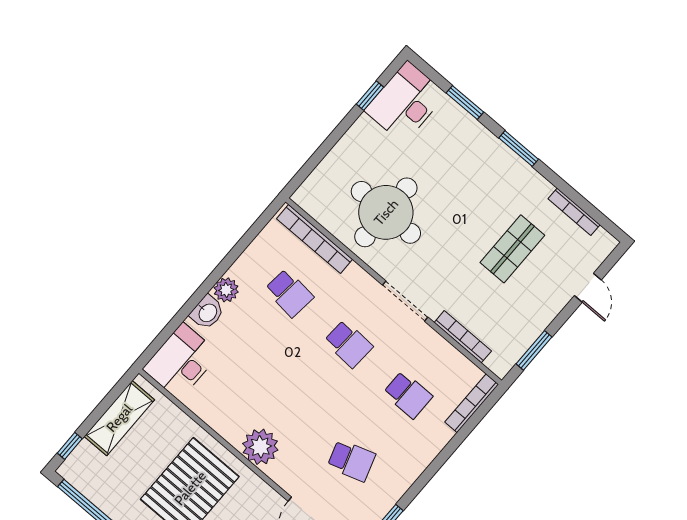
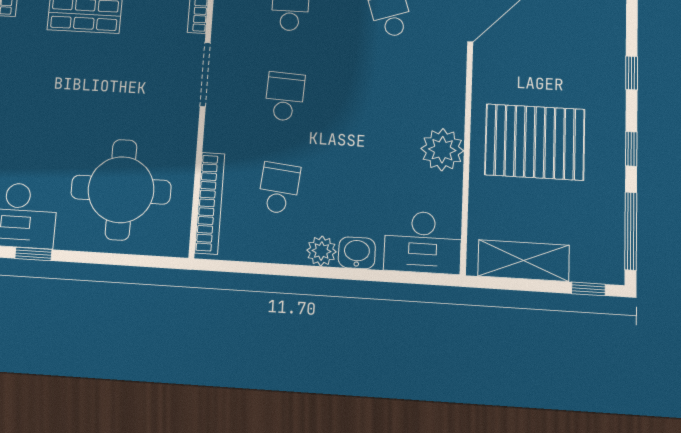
round table: (386, 212) -> (121, 190), moved
plant: (260, 447) -> (442, 150), moved

